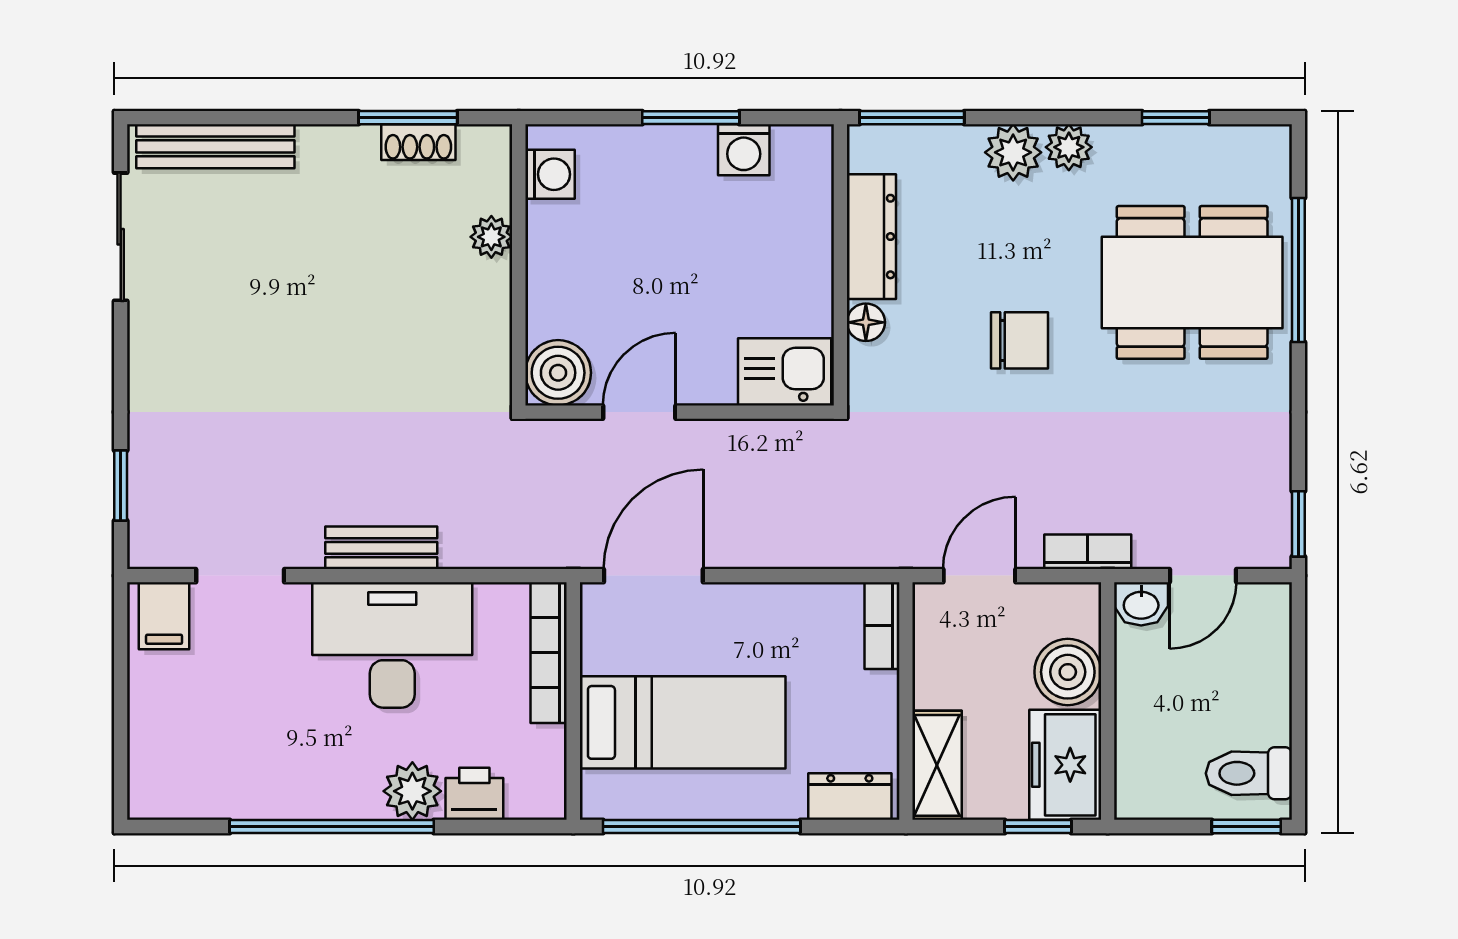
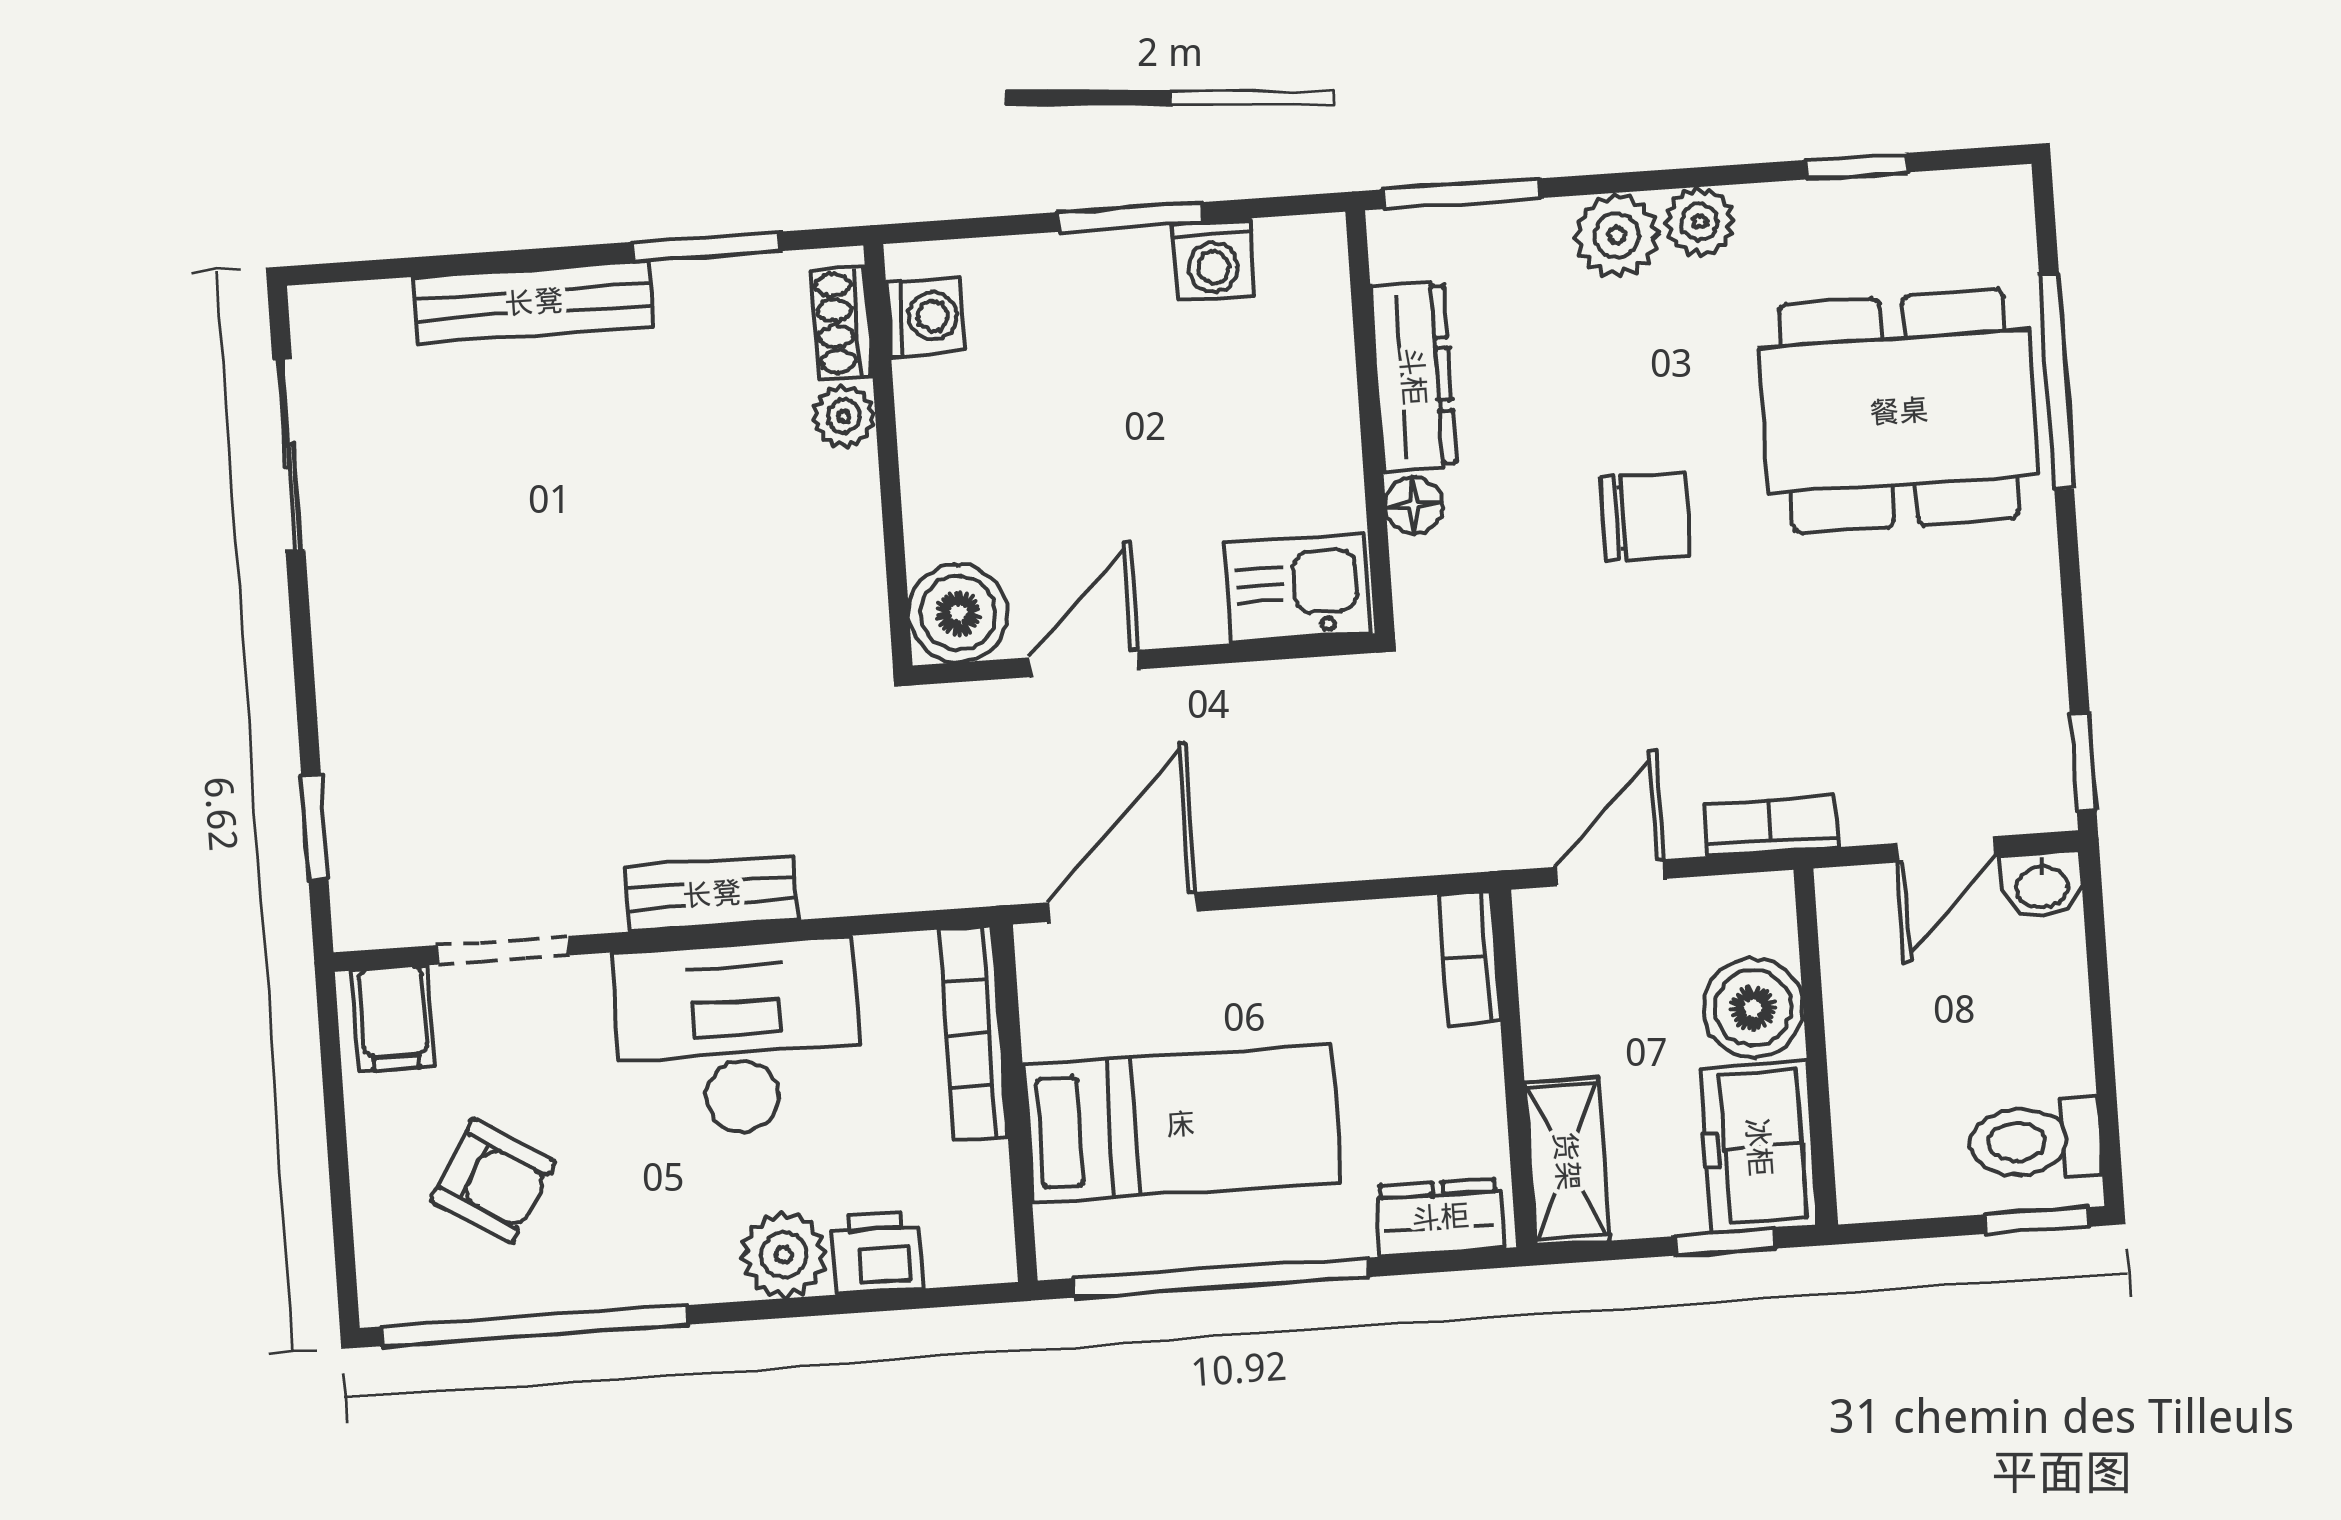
shoe rack: (418, 142) -> (842, 323), moved, turned 90
bench: (215, 146) -> (534, 302), moved
washbasin: (1141, 604) -> (2041, 885), moved
armchair: (223, 728) -> (493, 1181), added
window: (332, 826) -> (535, 1326), moved

